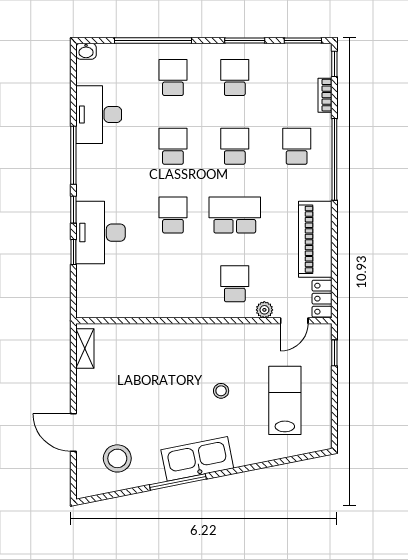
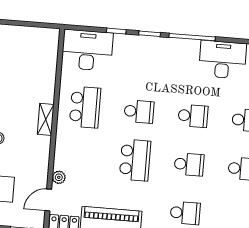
desk: (101, 233) -> (87, 50), moved
school desk: (235, 284) -> (85, 107), moved, width x1.85
door: (294, 321) -> (48, 200), hinge flipped
shelving: (85, 348) -> (46, 119), moved, turned 90

